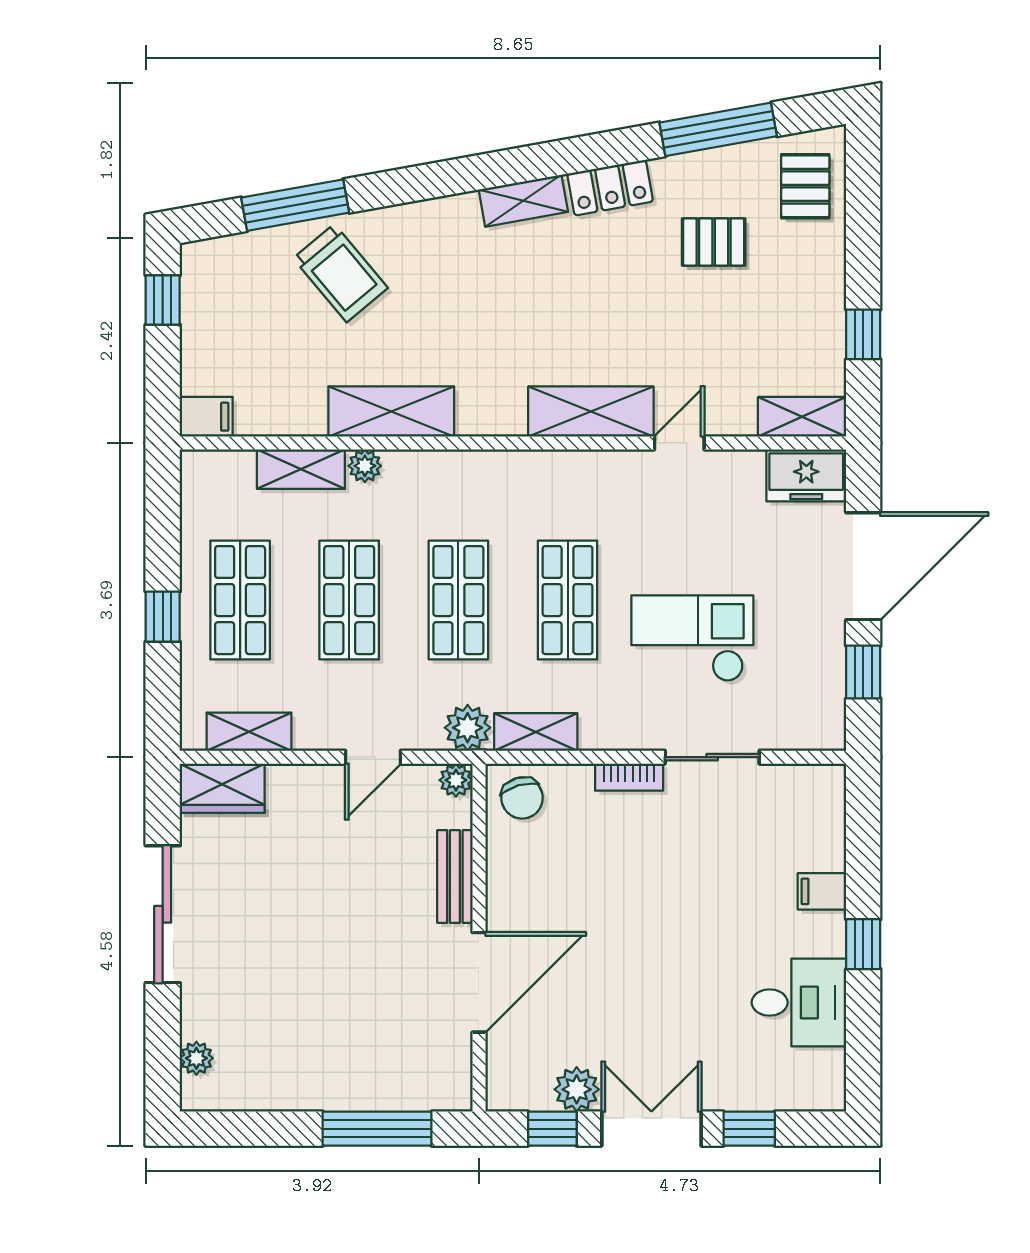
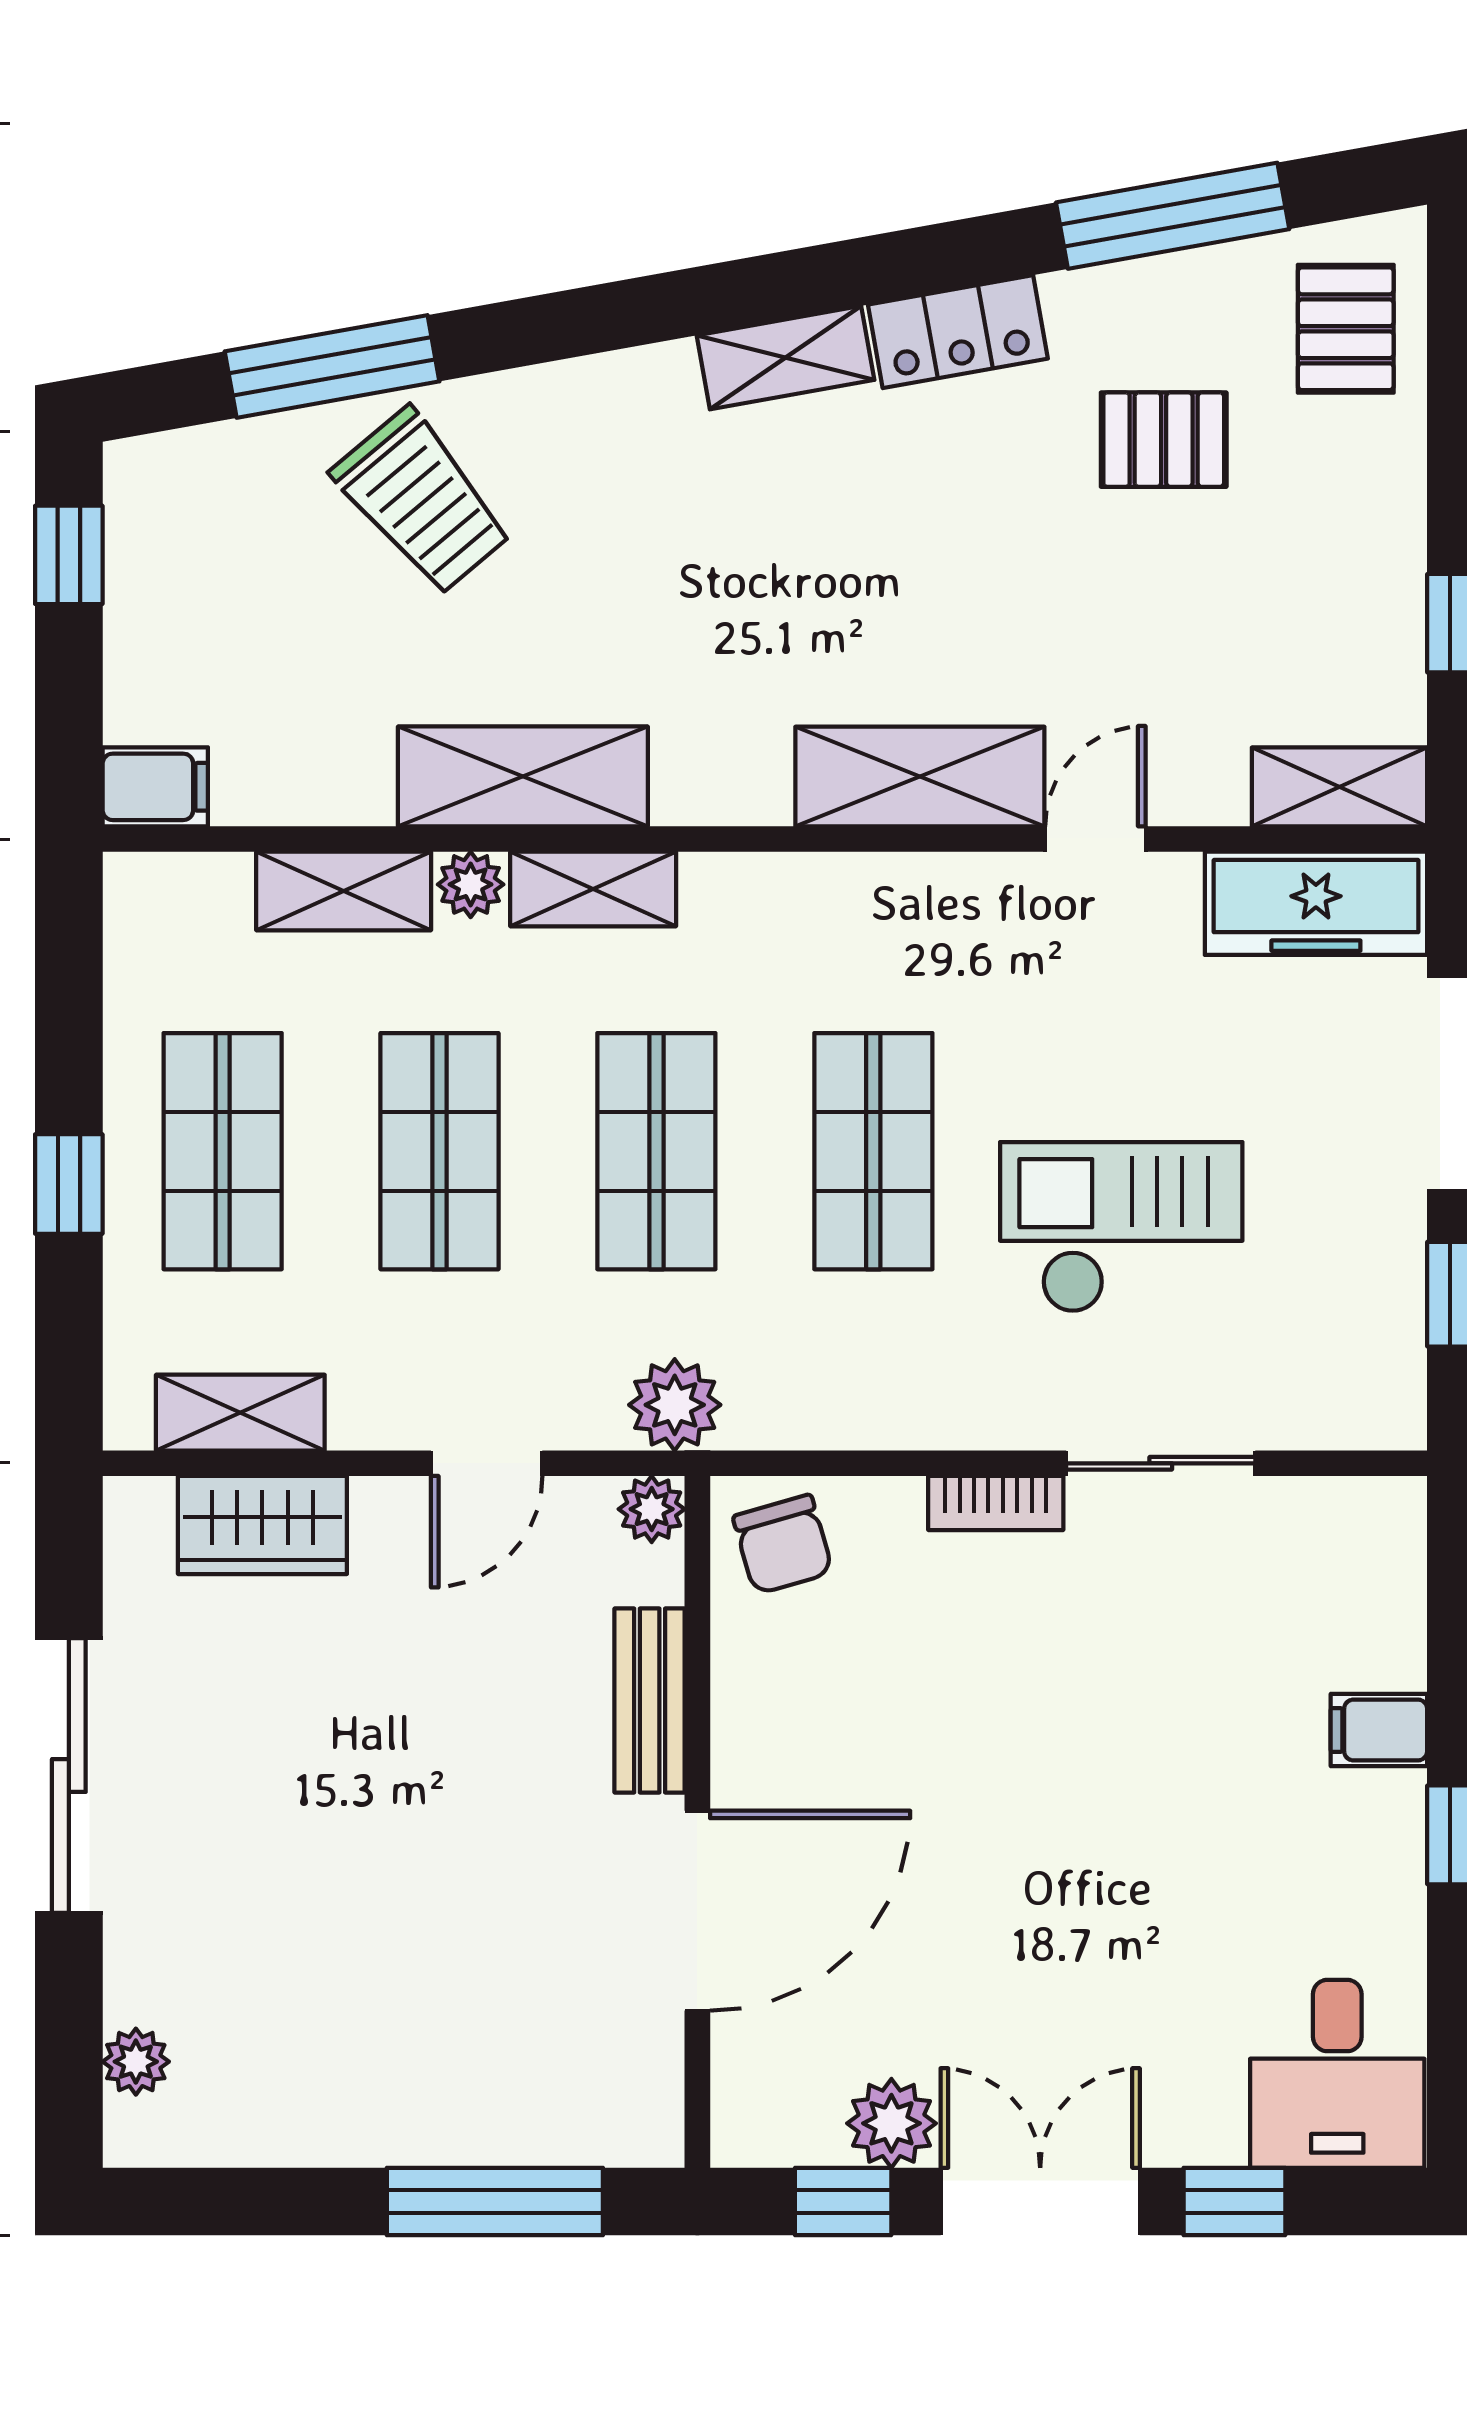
freezer: (806, 475) -> (1316, 903), width x1.40
shelving: (536, 732) -> (593, 889), moved
wardrobe: (222, 788) -> (262, 1525), moved
desk: (799, 1003) -> (1337, 2074), moved, turned 90

